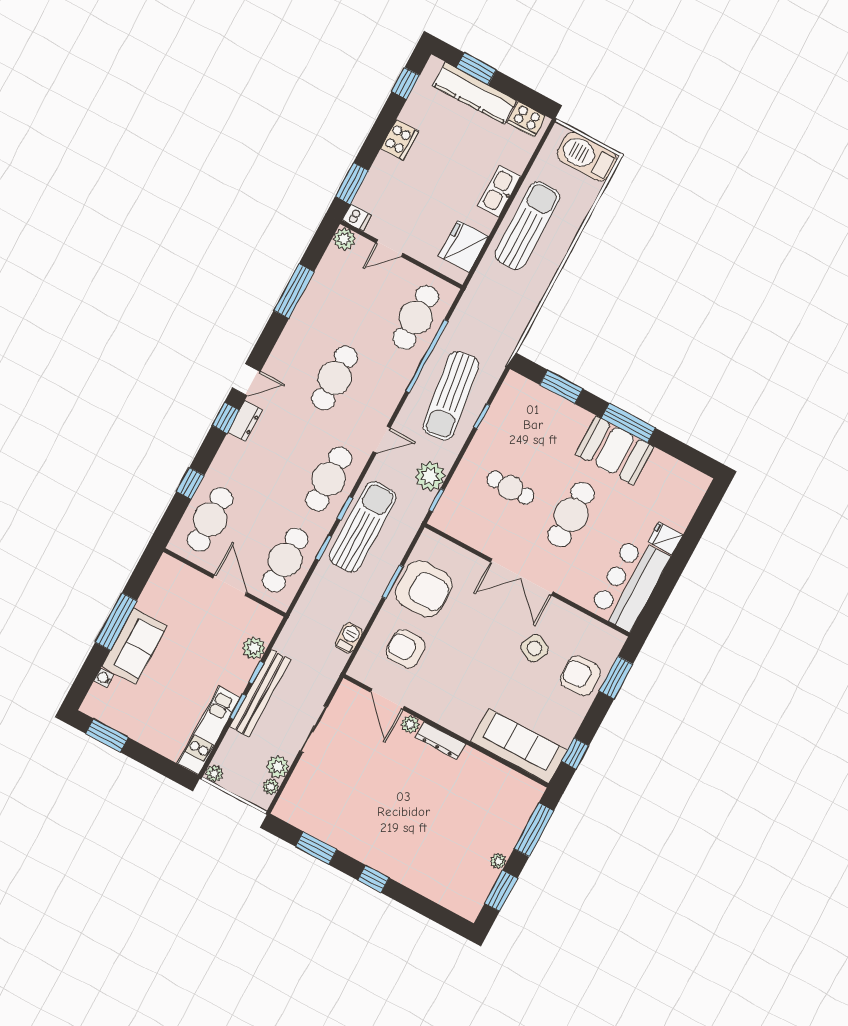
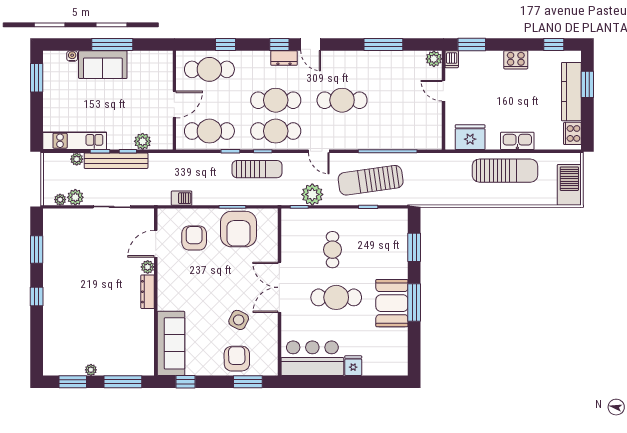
cafe table: (416, 317) -> (276, 100), moved
sun lounger: (363, 527) -> (257, 169), width x0.73, depth x0.75
plant: (214, 774) -> (77, 159), moved

